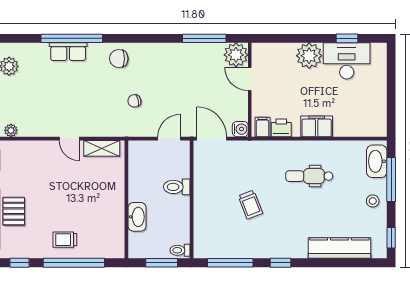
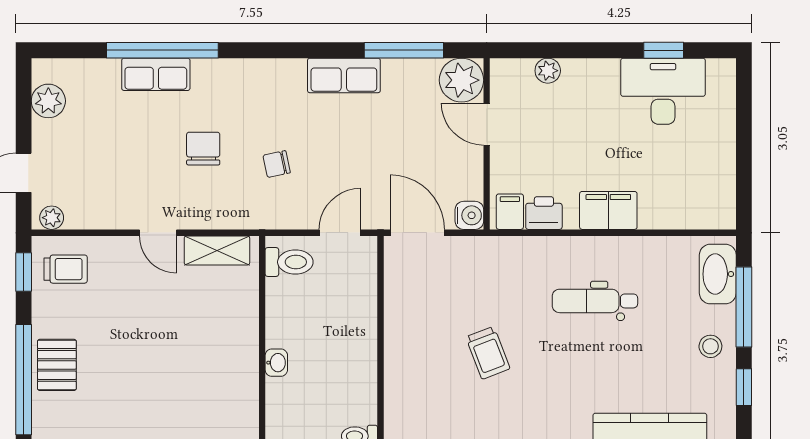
row of seats: (171, 52) -> (344, 75), added
plant: (309, 56) -> (548, 71), moved, width x0.53, depth x0.53
chair: (119, 59) -> (203, 149), moved, turned 90
toilet: (177, 187) -> (289, 262), moved, turned 180
washbasin: (137, 217) -> (276, 363), width x0.52, depth x0.69
window: (391, 238) -> (744, 387), moved
trolley: (65, 240) -> (66, 269), moved, turned 180

